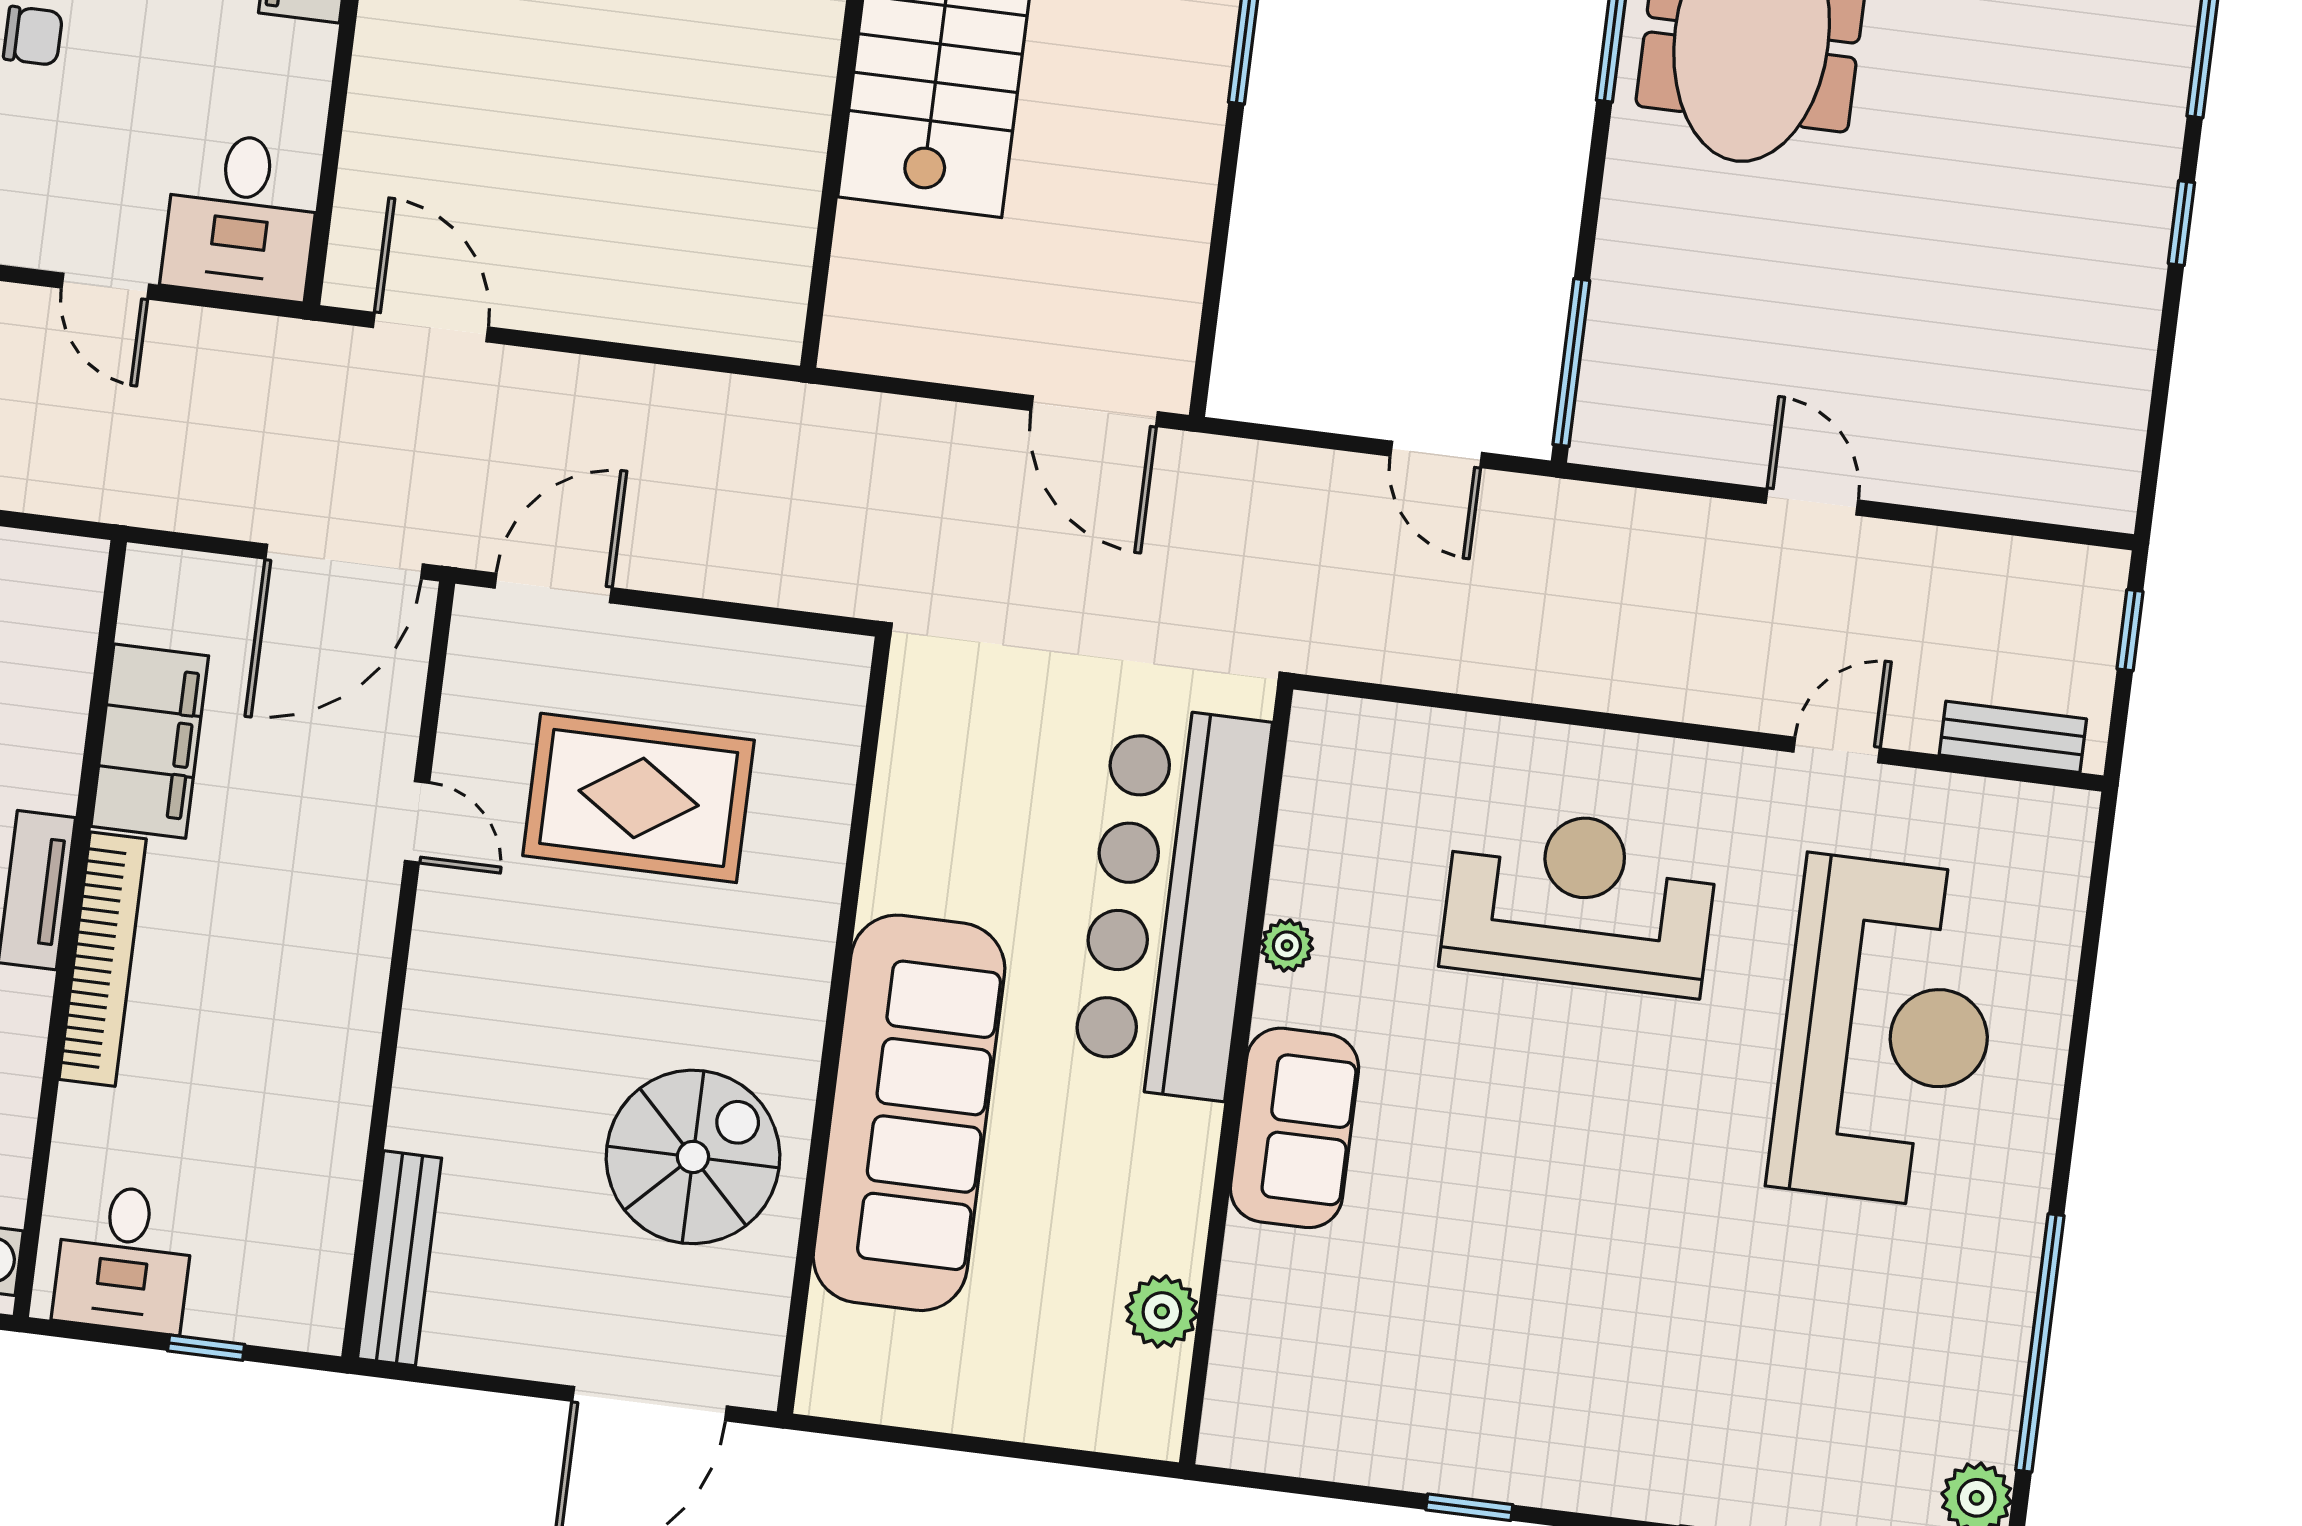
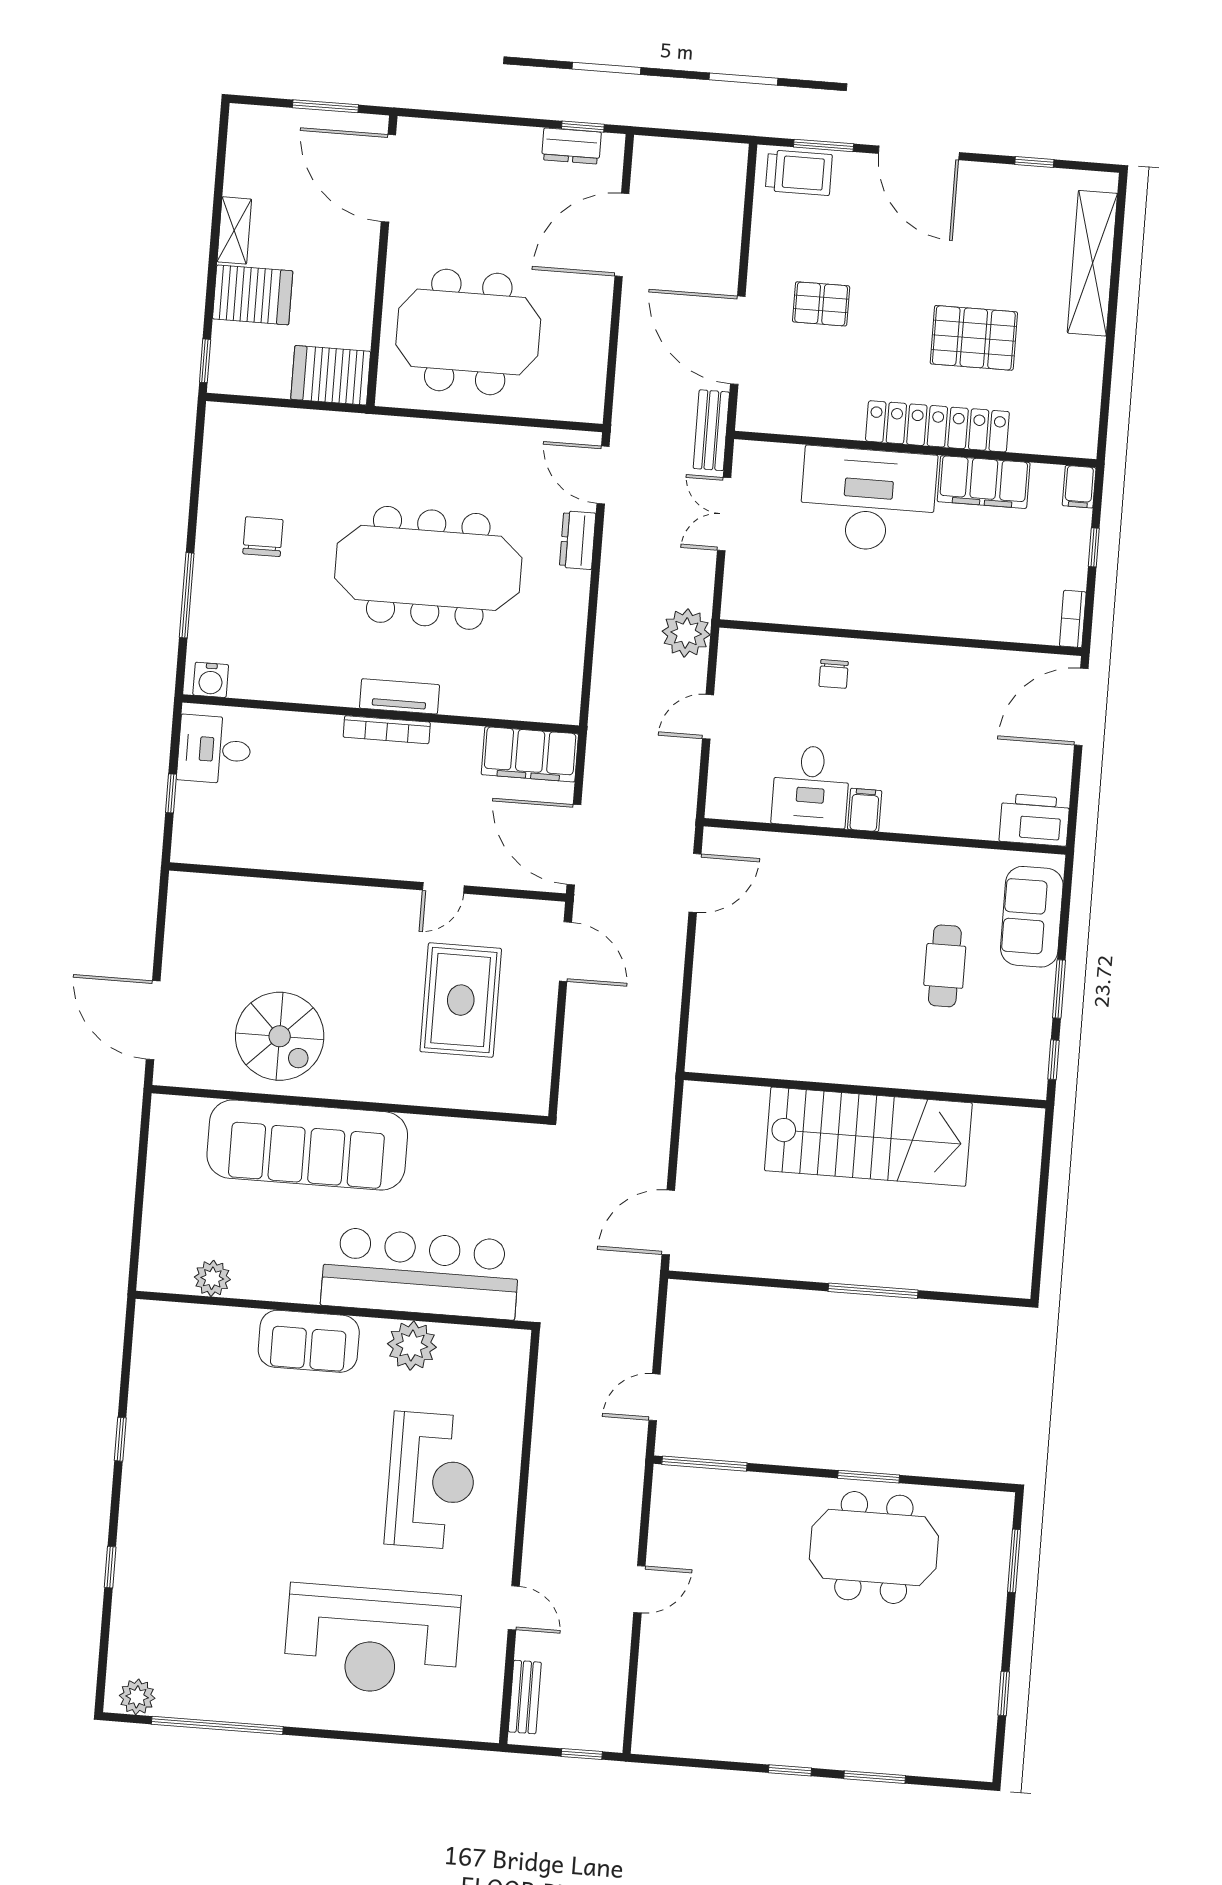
desk: (242, 216) -> (811, 786), moved, turned -90
filing cabinet: (150, 741) -> (530, 754), moved
plant: (1287, 945) -> (412, 1346), width x1.88, depth x1.88
bookcase: (103, 959) -> (387, 730), width x0.68, depth x0.76
bench: (400, 1258) -> (221, 890), removed

